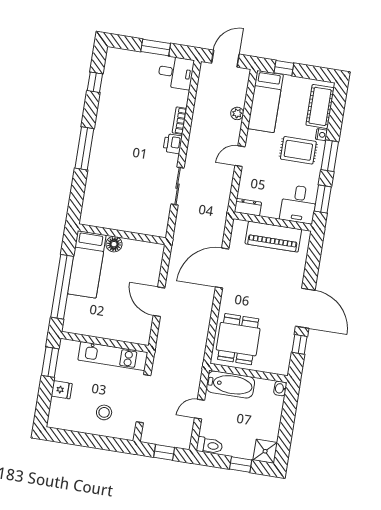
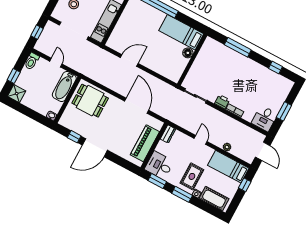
wall: (122, 234) -> (192, 60), moved
floor lamp: (114, 244) -> (188, 53), moved
bed: (87, 264) -> (181, 32), moved

